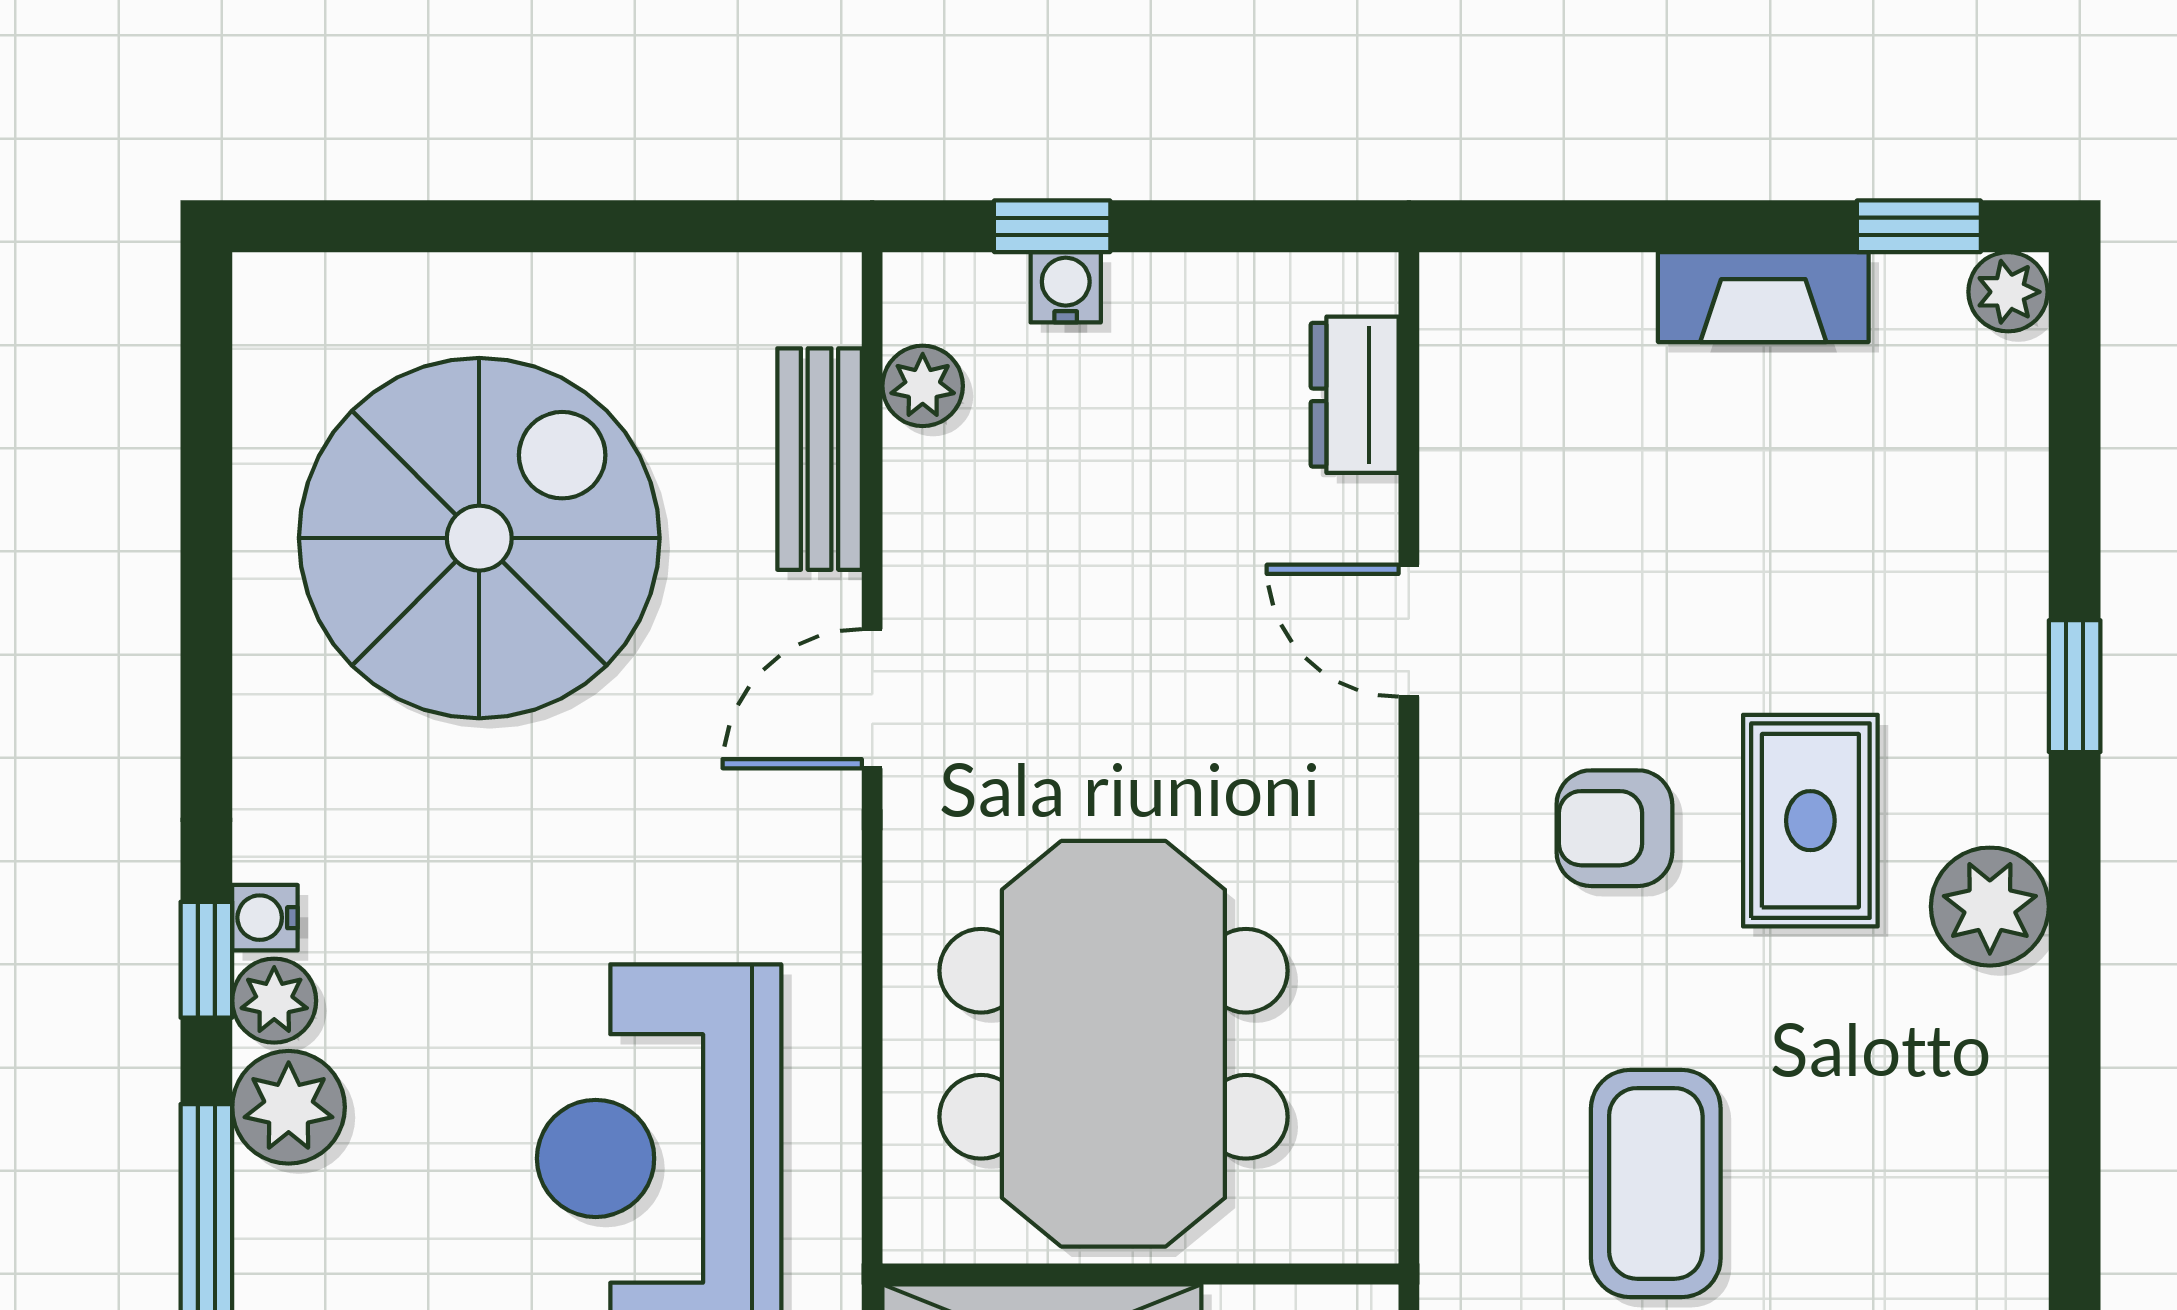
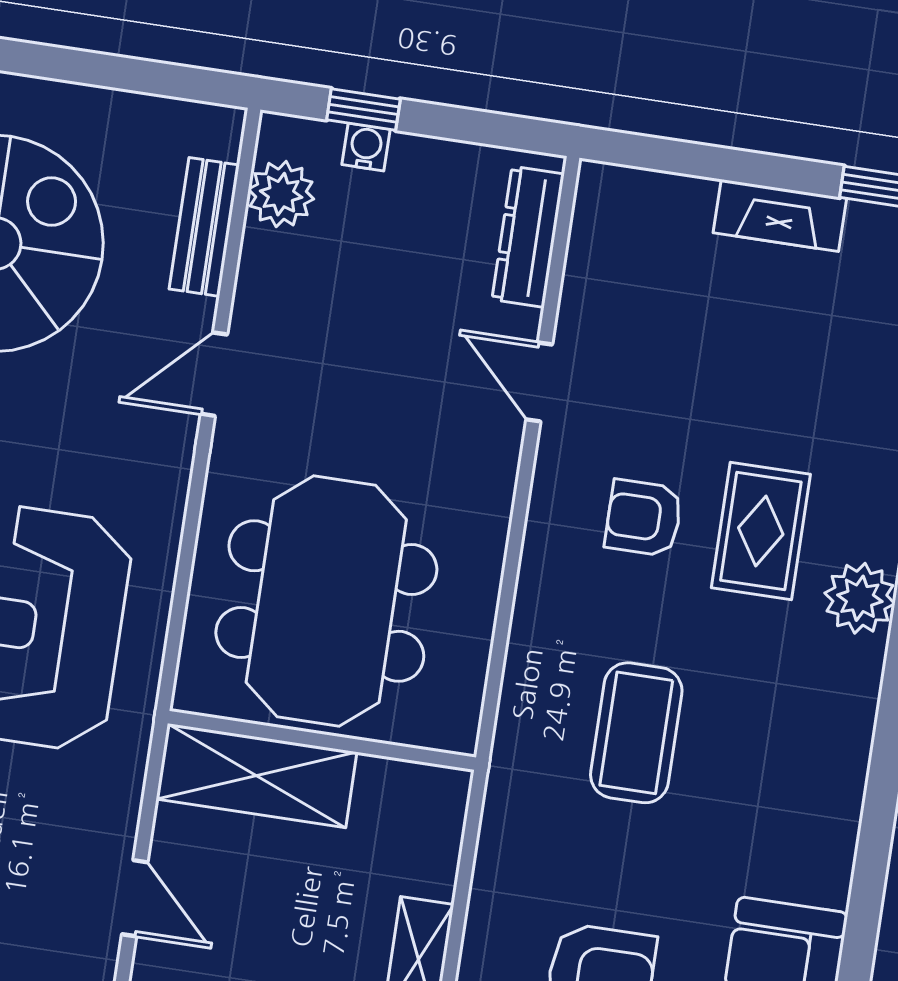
plant: (923, 386) -> (281, 194), width x1.38, depth x1.38
dresser: (1355, 395) -> (528, 237), width x1.44

